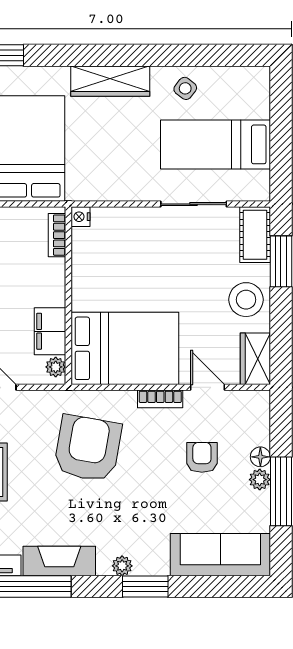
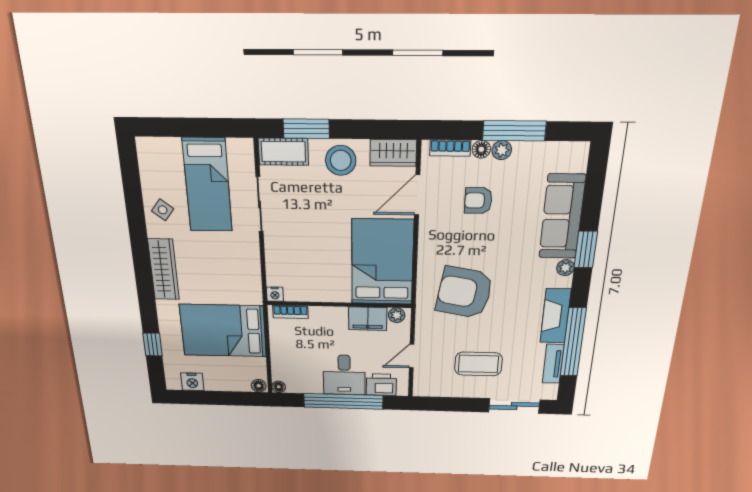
door: (207, 387) -> (417, 195), width x1.38
bookcase: (160, 399) -> (450, 148), moved, turned 90
sofa: (220, 555) -> (562, 217), moved

